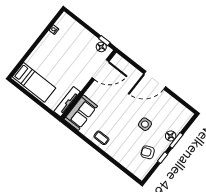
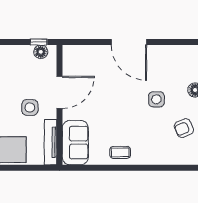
door: (100, 70) -> (60, 92), moved
side table: (71, 73) -> (30, 107), added
door: (155, 80) -> (129, 42), hinge flipped

